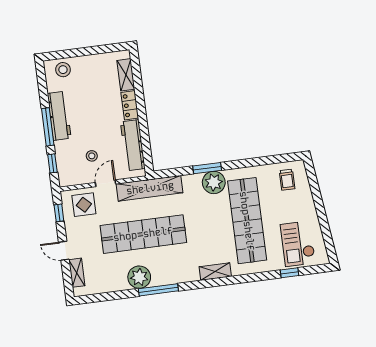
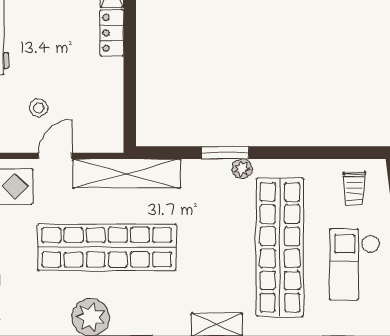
workbench: (133, 145) -> (108, 99), removed
plant: (214, 182) -> (242, 169), width x0.53, depth x0.53
checkout: (298, 244) -> (355, 264), moved

